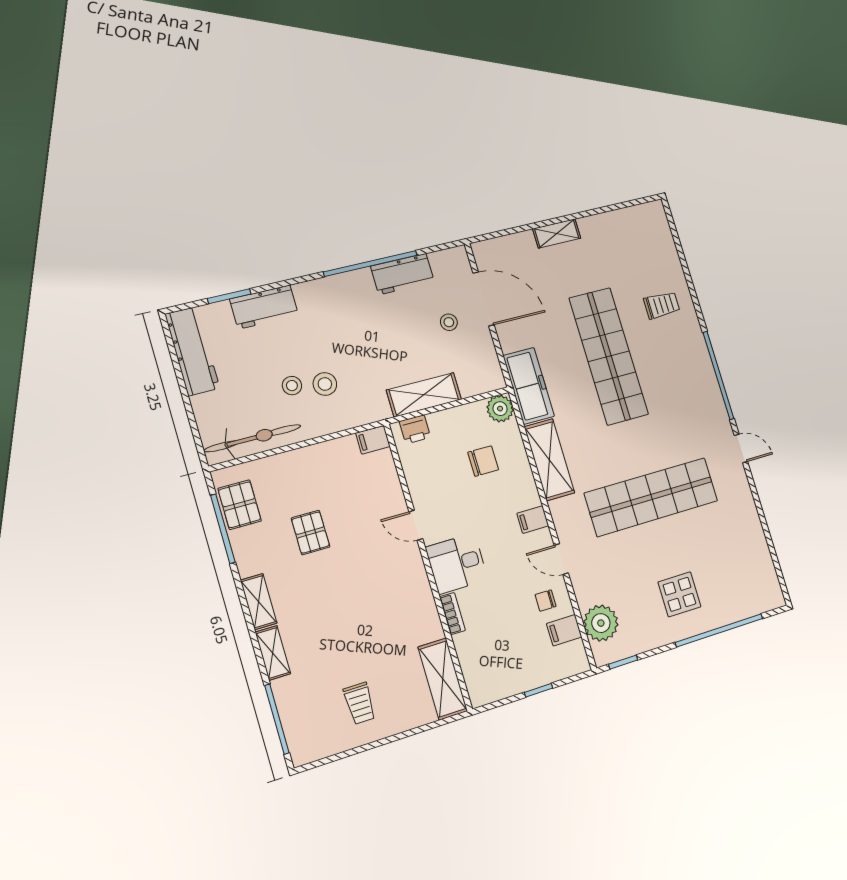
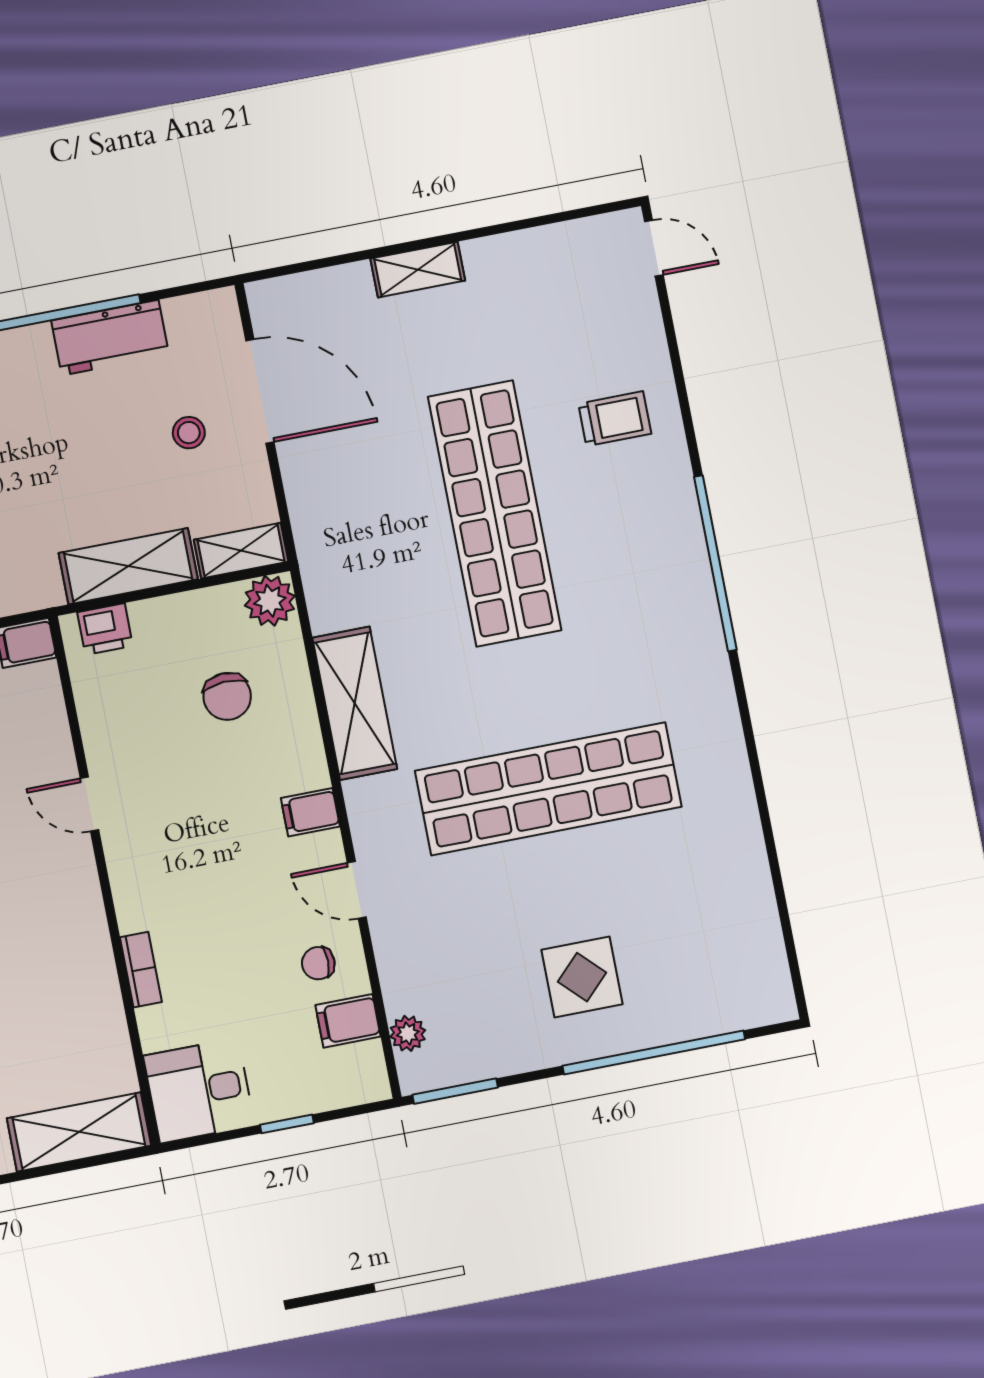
shelving: (482, 383) -> (241, 551), added
freezer: (529, 386) -> (330, 561), removed
door: (741, 448) -> (654, 248), moved
chair: (483, 461) -> (227, 696), turned 87
desk: (457, 564) -> (199, 1091), moved
plant: (601, 623) -> (408, 1033), width x0.53, depth x0.53
window: (623, 662) -> (455, 1091), width x1.50
shelving: (443, 679) -> (79, 1132), moved, turned 90

